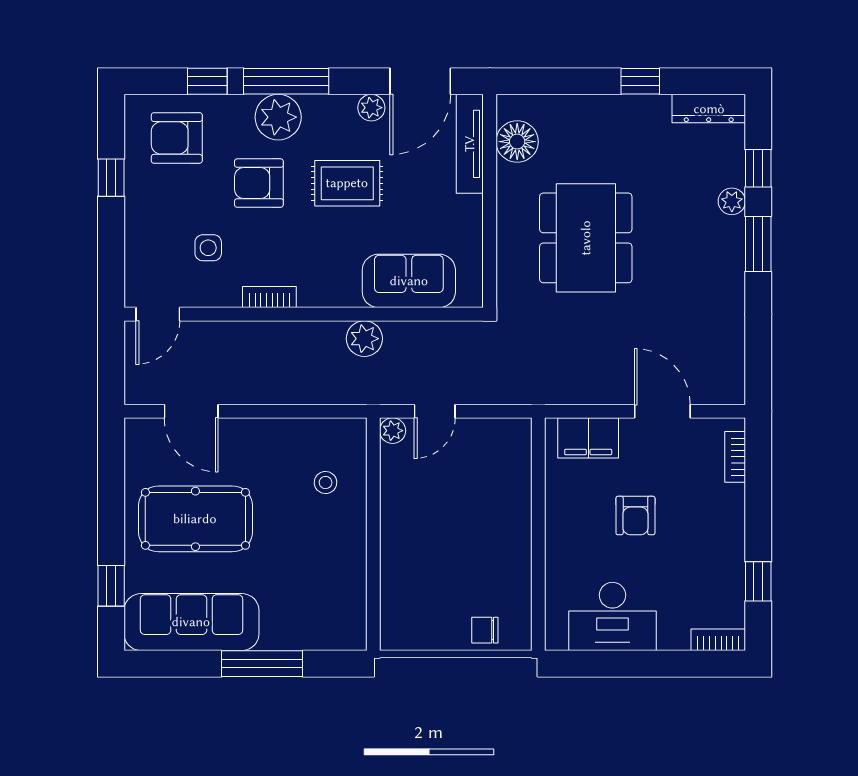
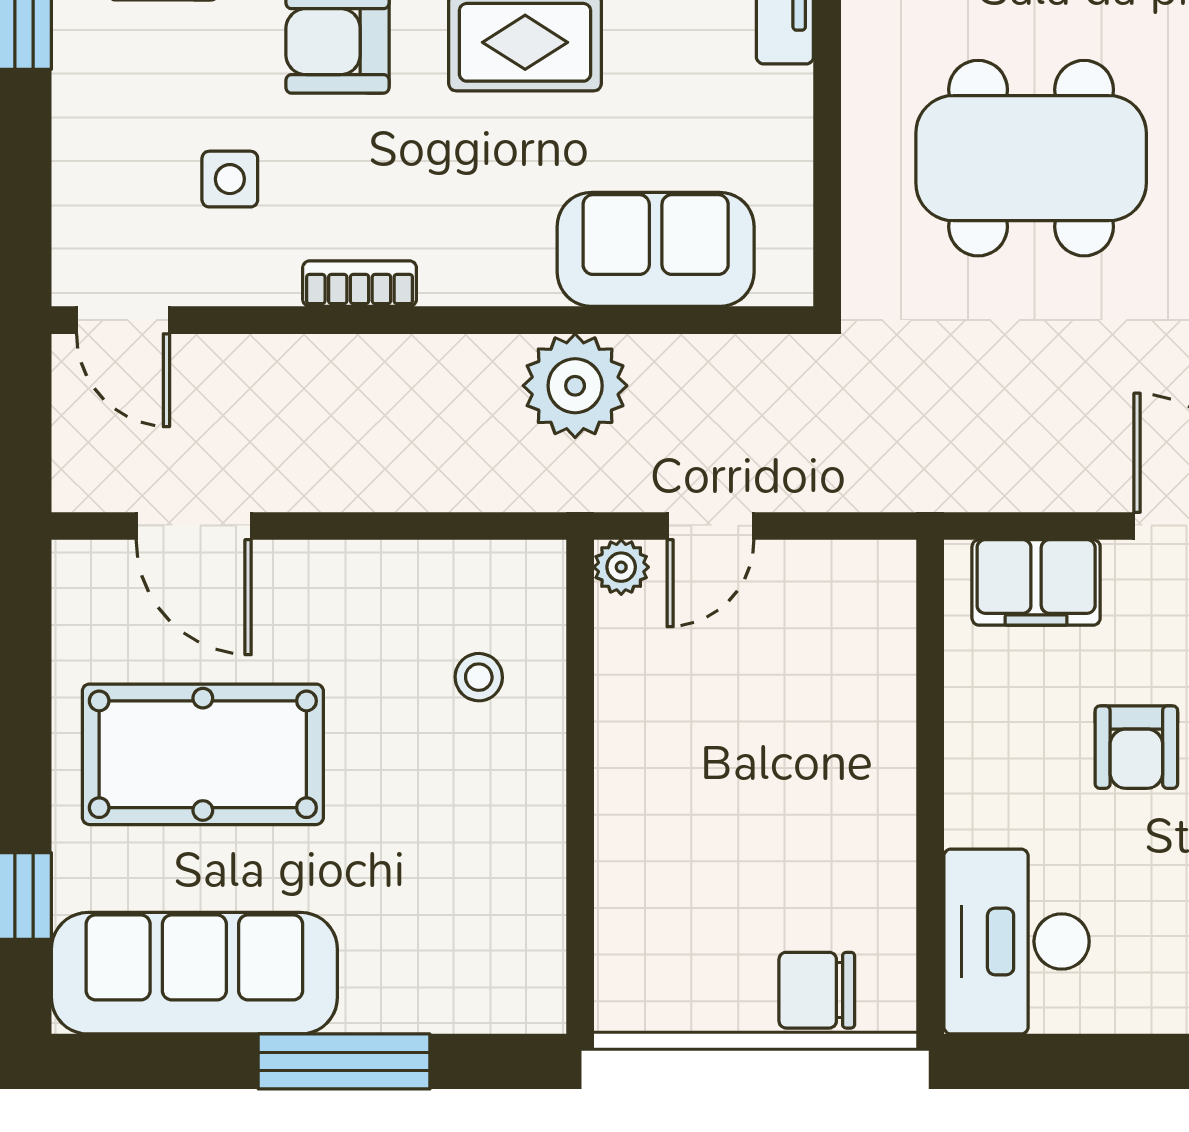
dining table: (586, 238) -> (1031, 158), turned 90
door: (158, 314) -> (123, 320), hinge flipped
plant: (364, 339) -> (575, 386), width x1.36, depth x1.36
desk: (612, 616) -> (1017, 941), moved, turned 90
chair: (485, 630) -> (817, 990), width x1.37, depth x1.37

